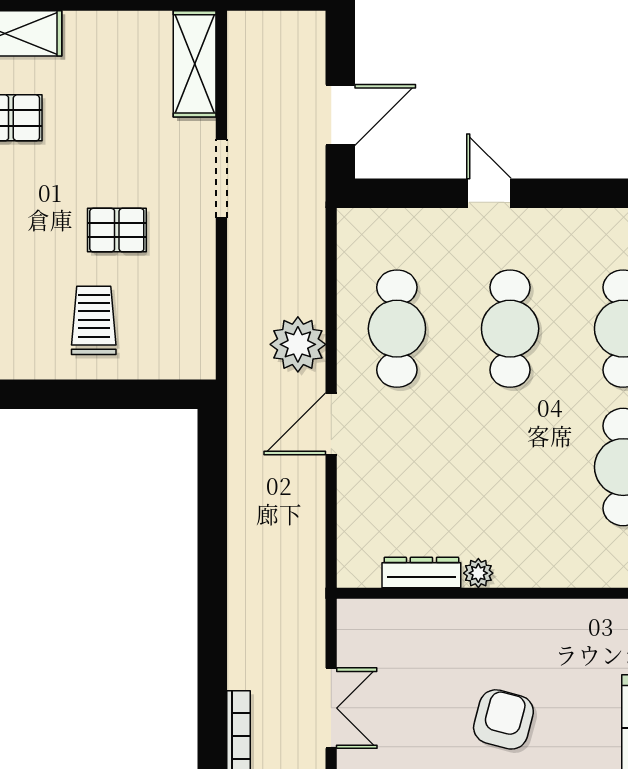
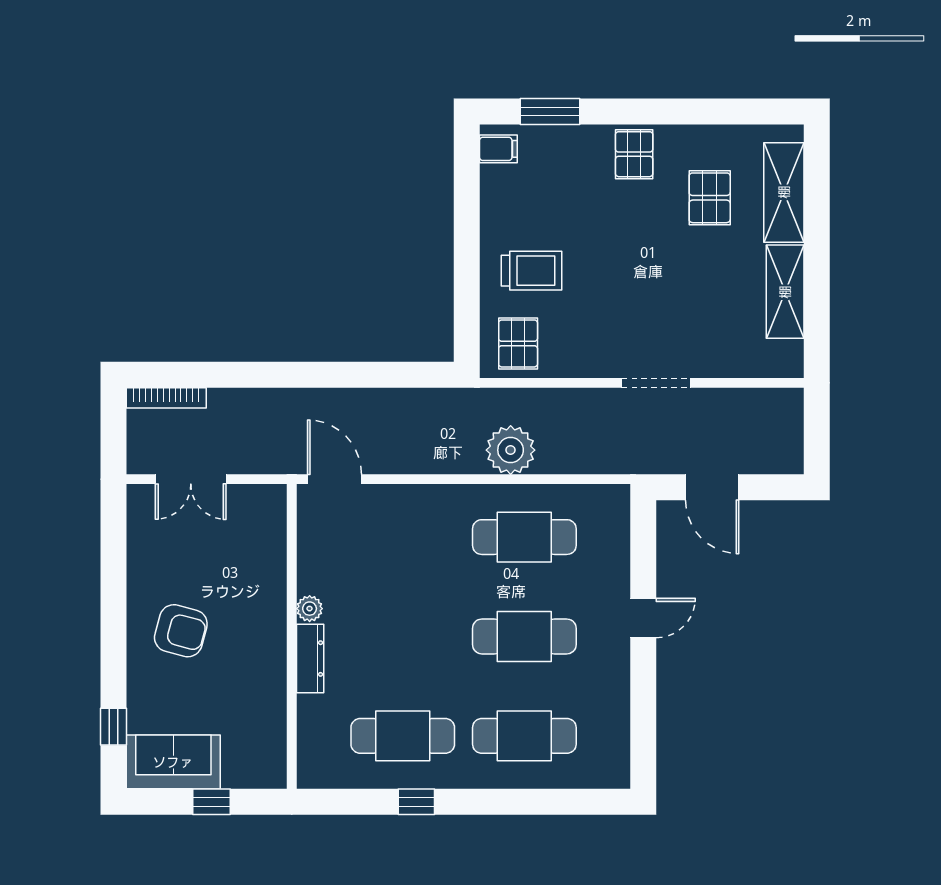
shelving: (195, 64) -> (785, 292), moved, turned 90
pallet: (117, 230) -> (518, 343), moved
door: (331, 424) -> (334, 479), moved
dresser: (421, 572) -> (310, 659), moved

